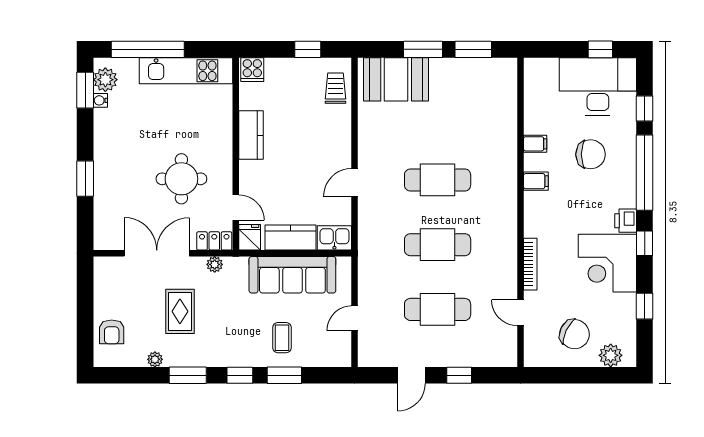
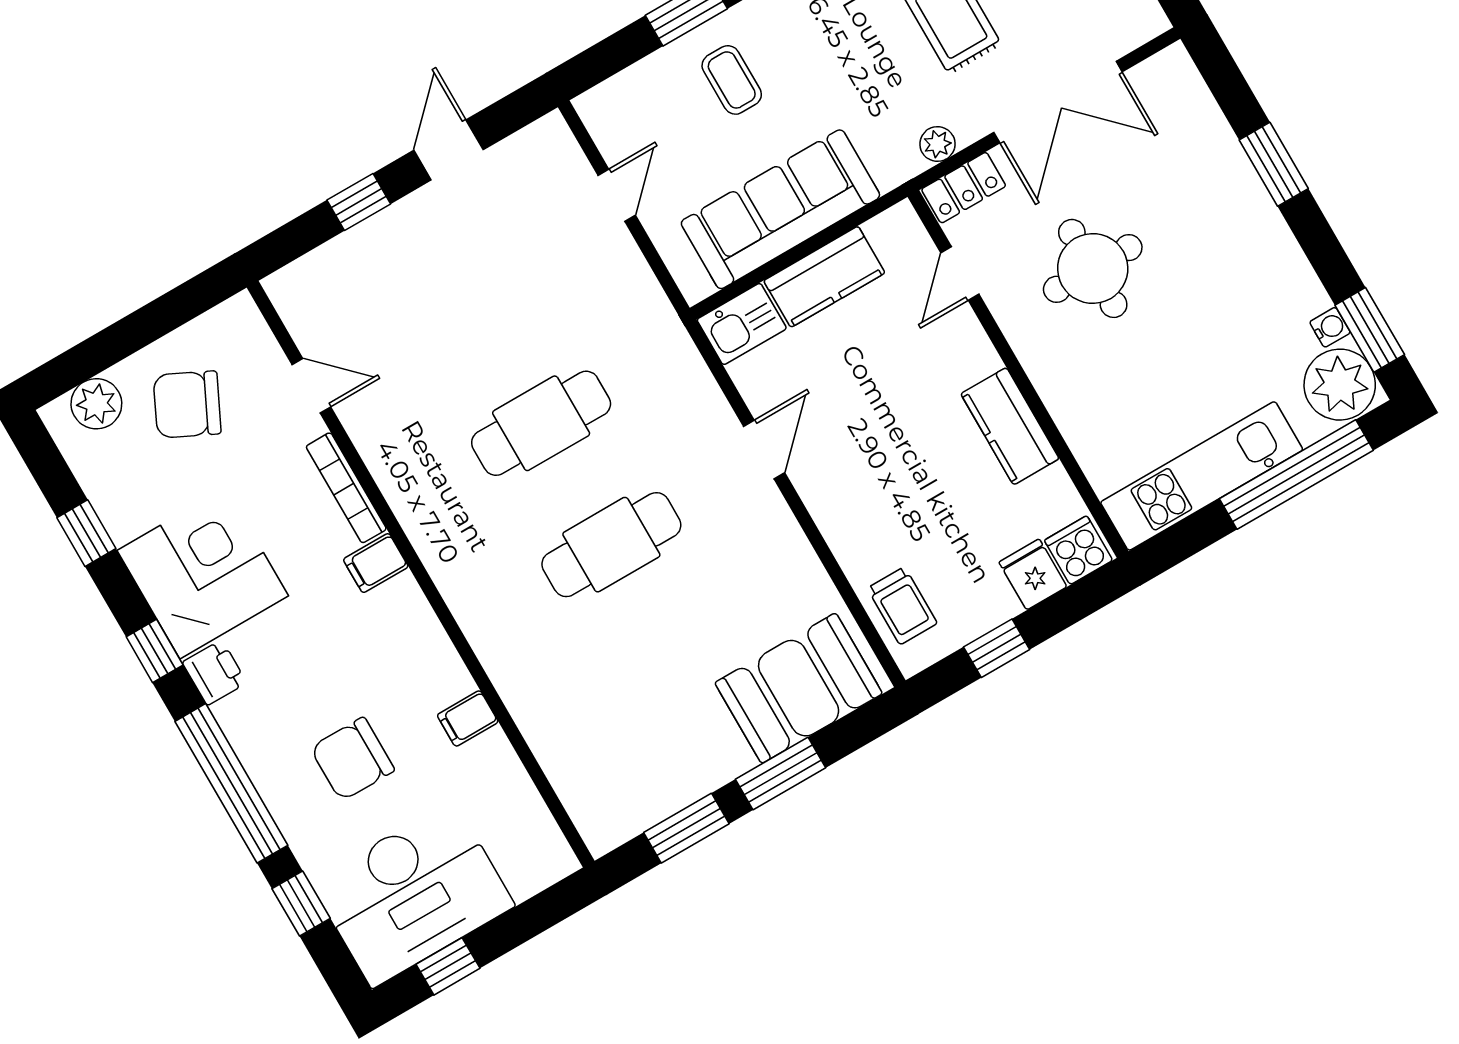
plant: (105, 80) -> (1340, 385), width x1.36, depth x1.36
filing cabinet: (536, 181) -> (376, 563), moved
door: (236, 208) -> (960, 274), hinge flipped
fridge: (250, 237) -> (1033, 574), moved, turned 180
cafe table: (438, 309) -> (471, 302), removed

